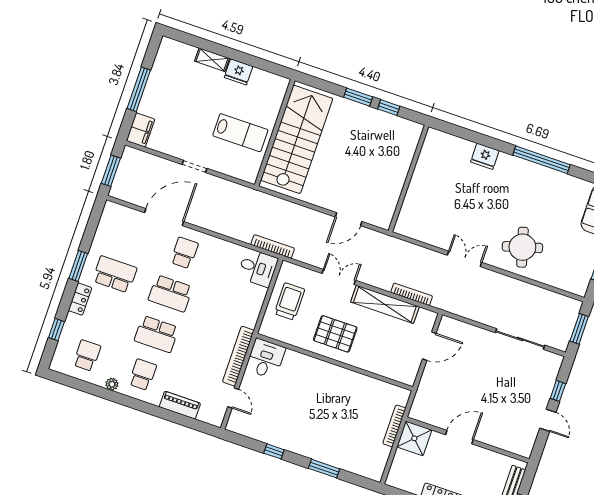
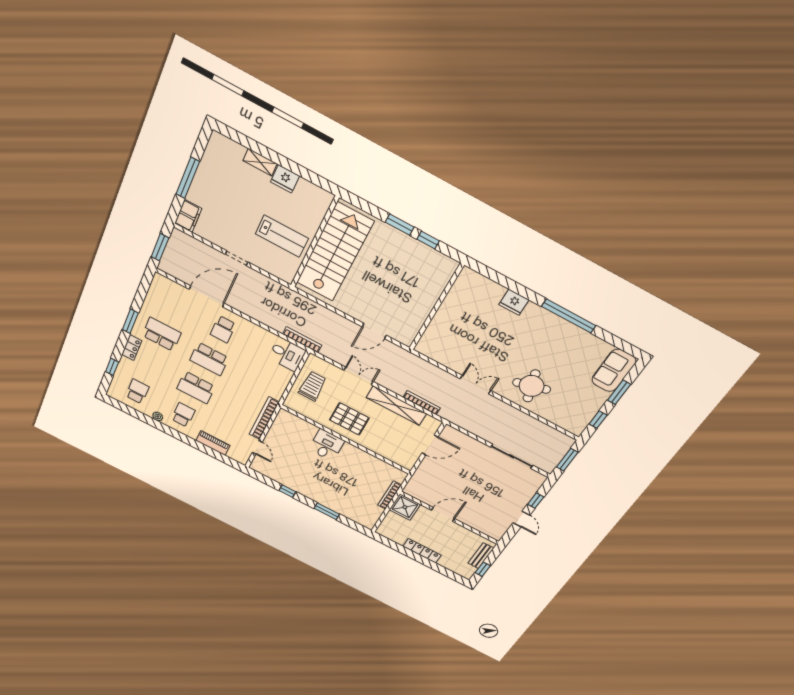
school desk: (184, 253) -> (223, 329), turned 180
desk: (266, 359) -> (326, 445), moved

